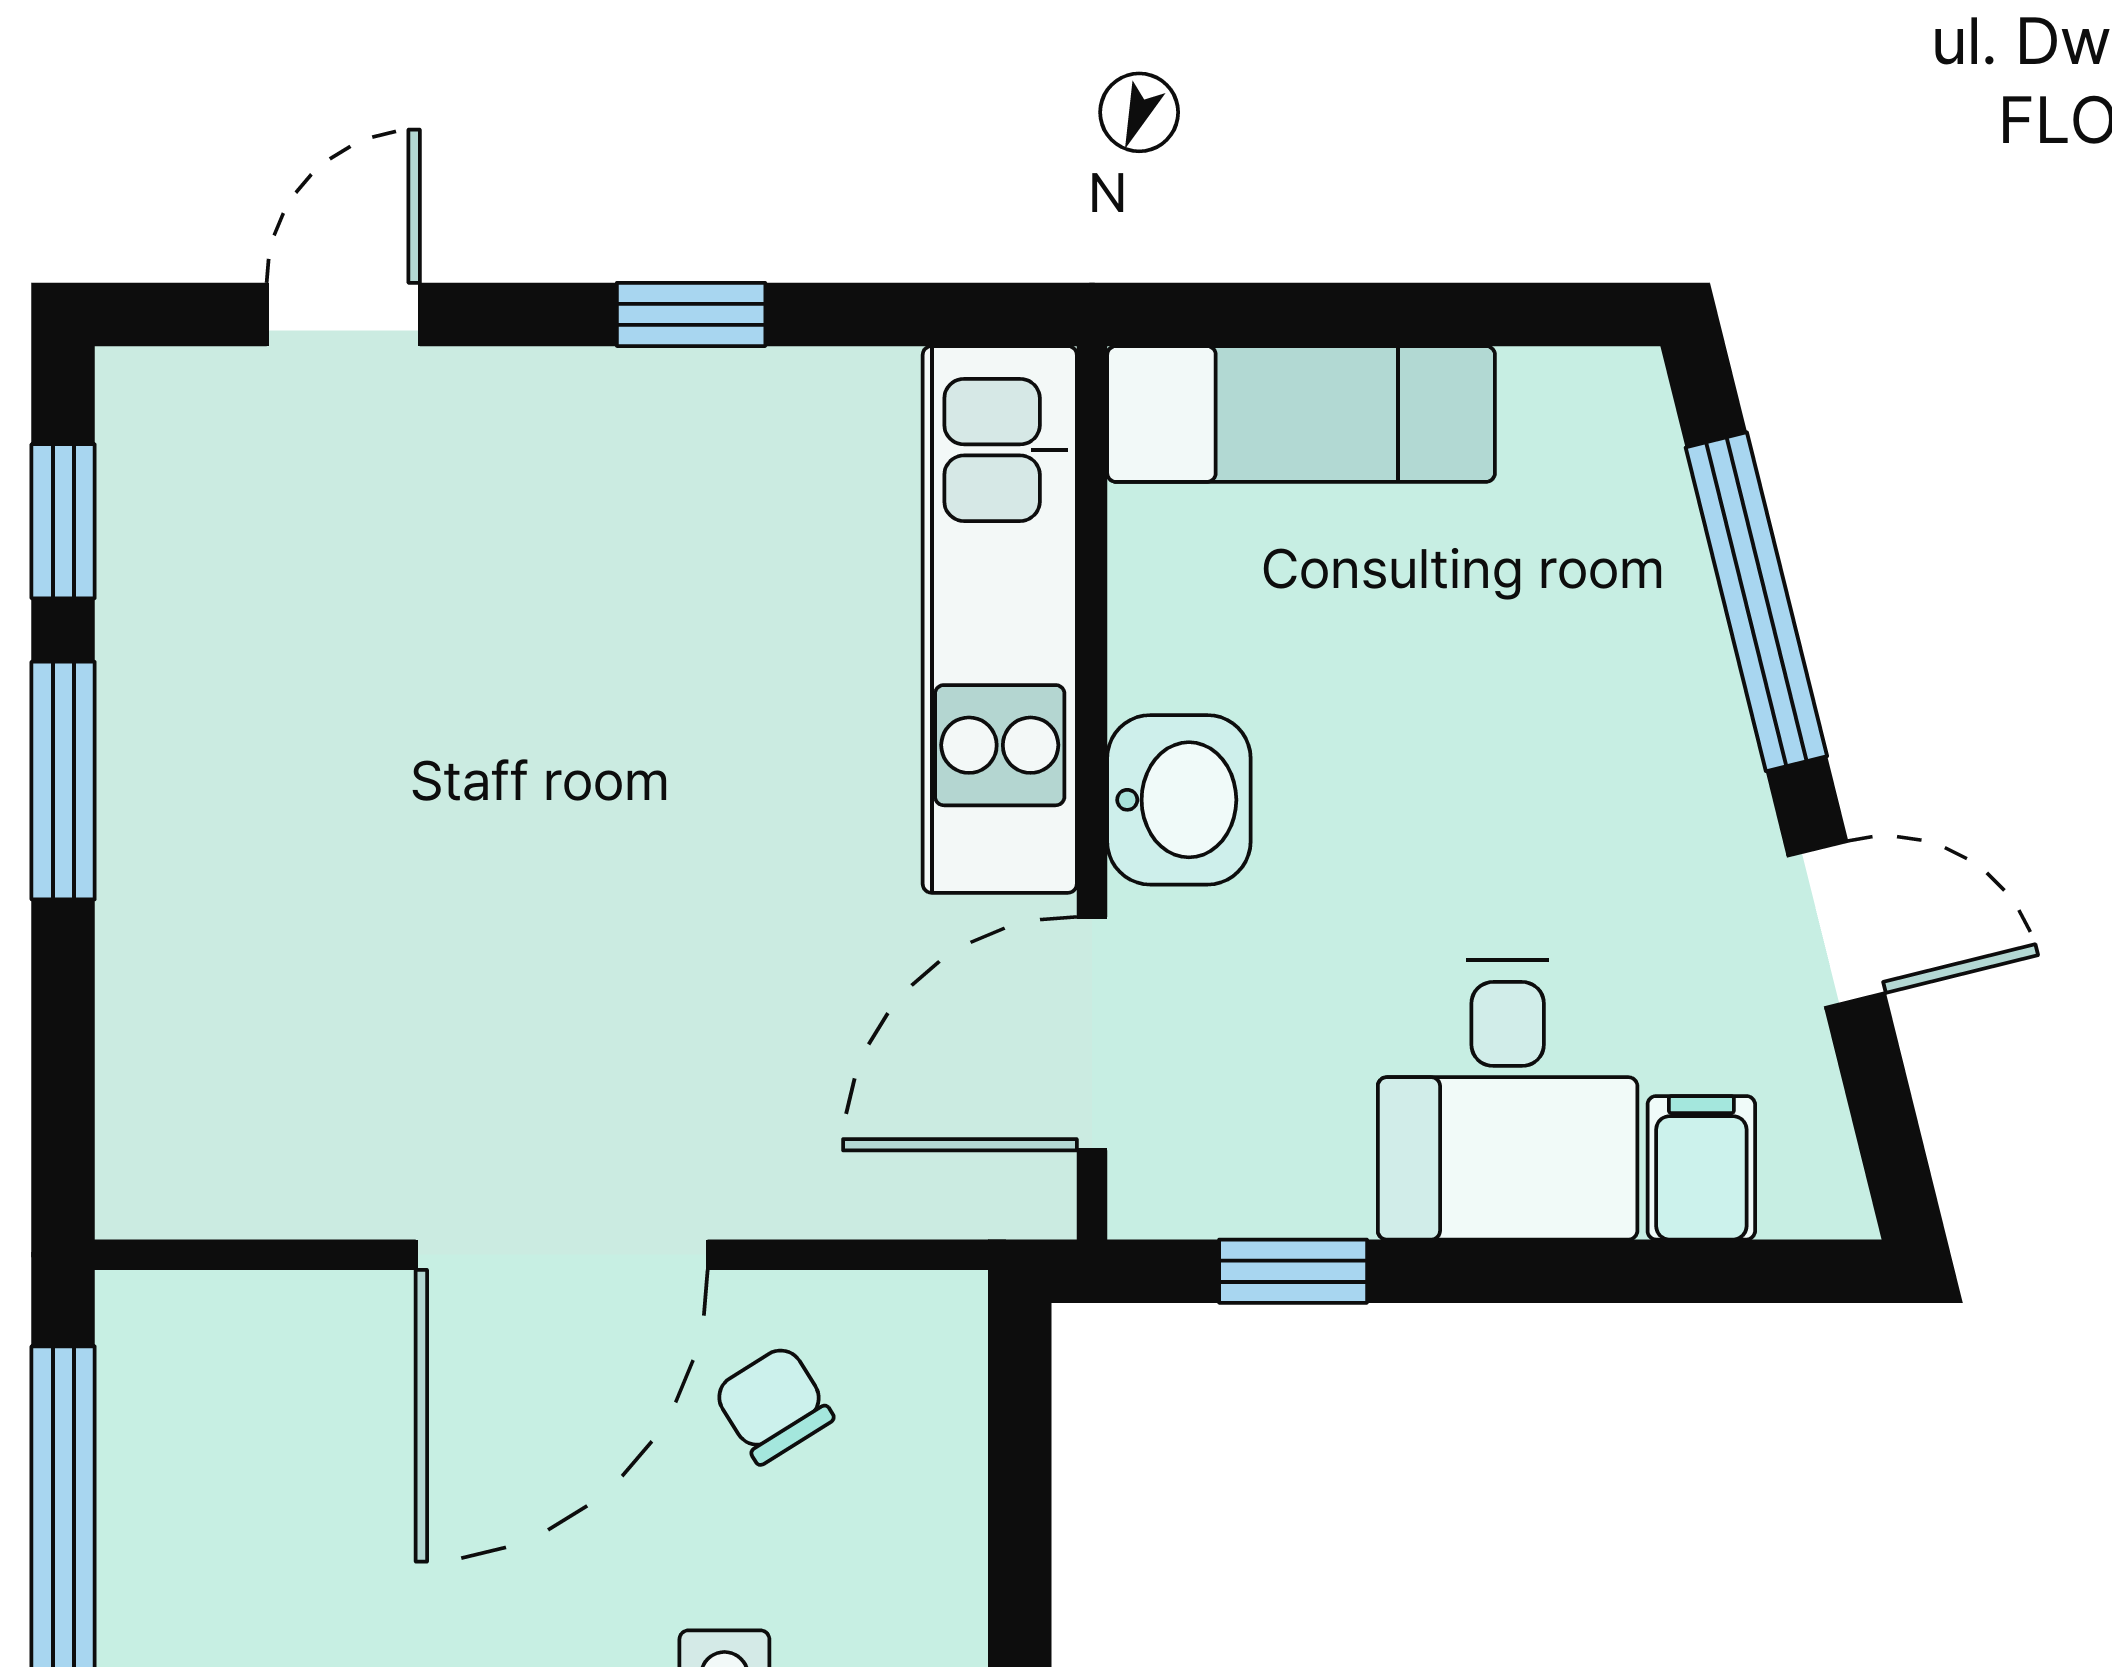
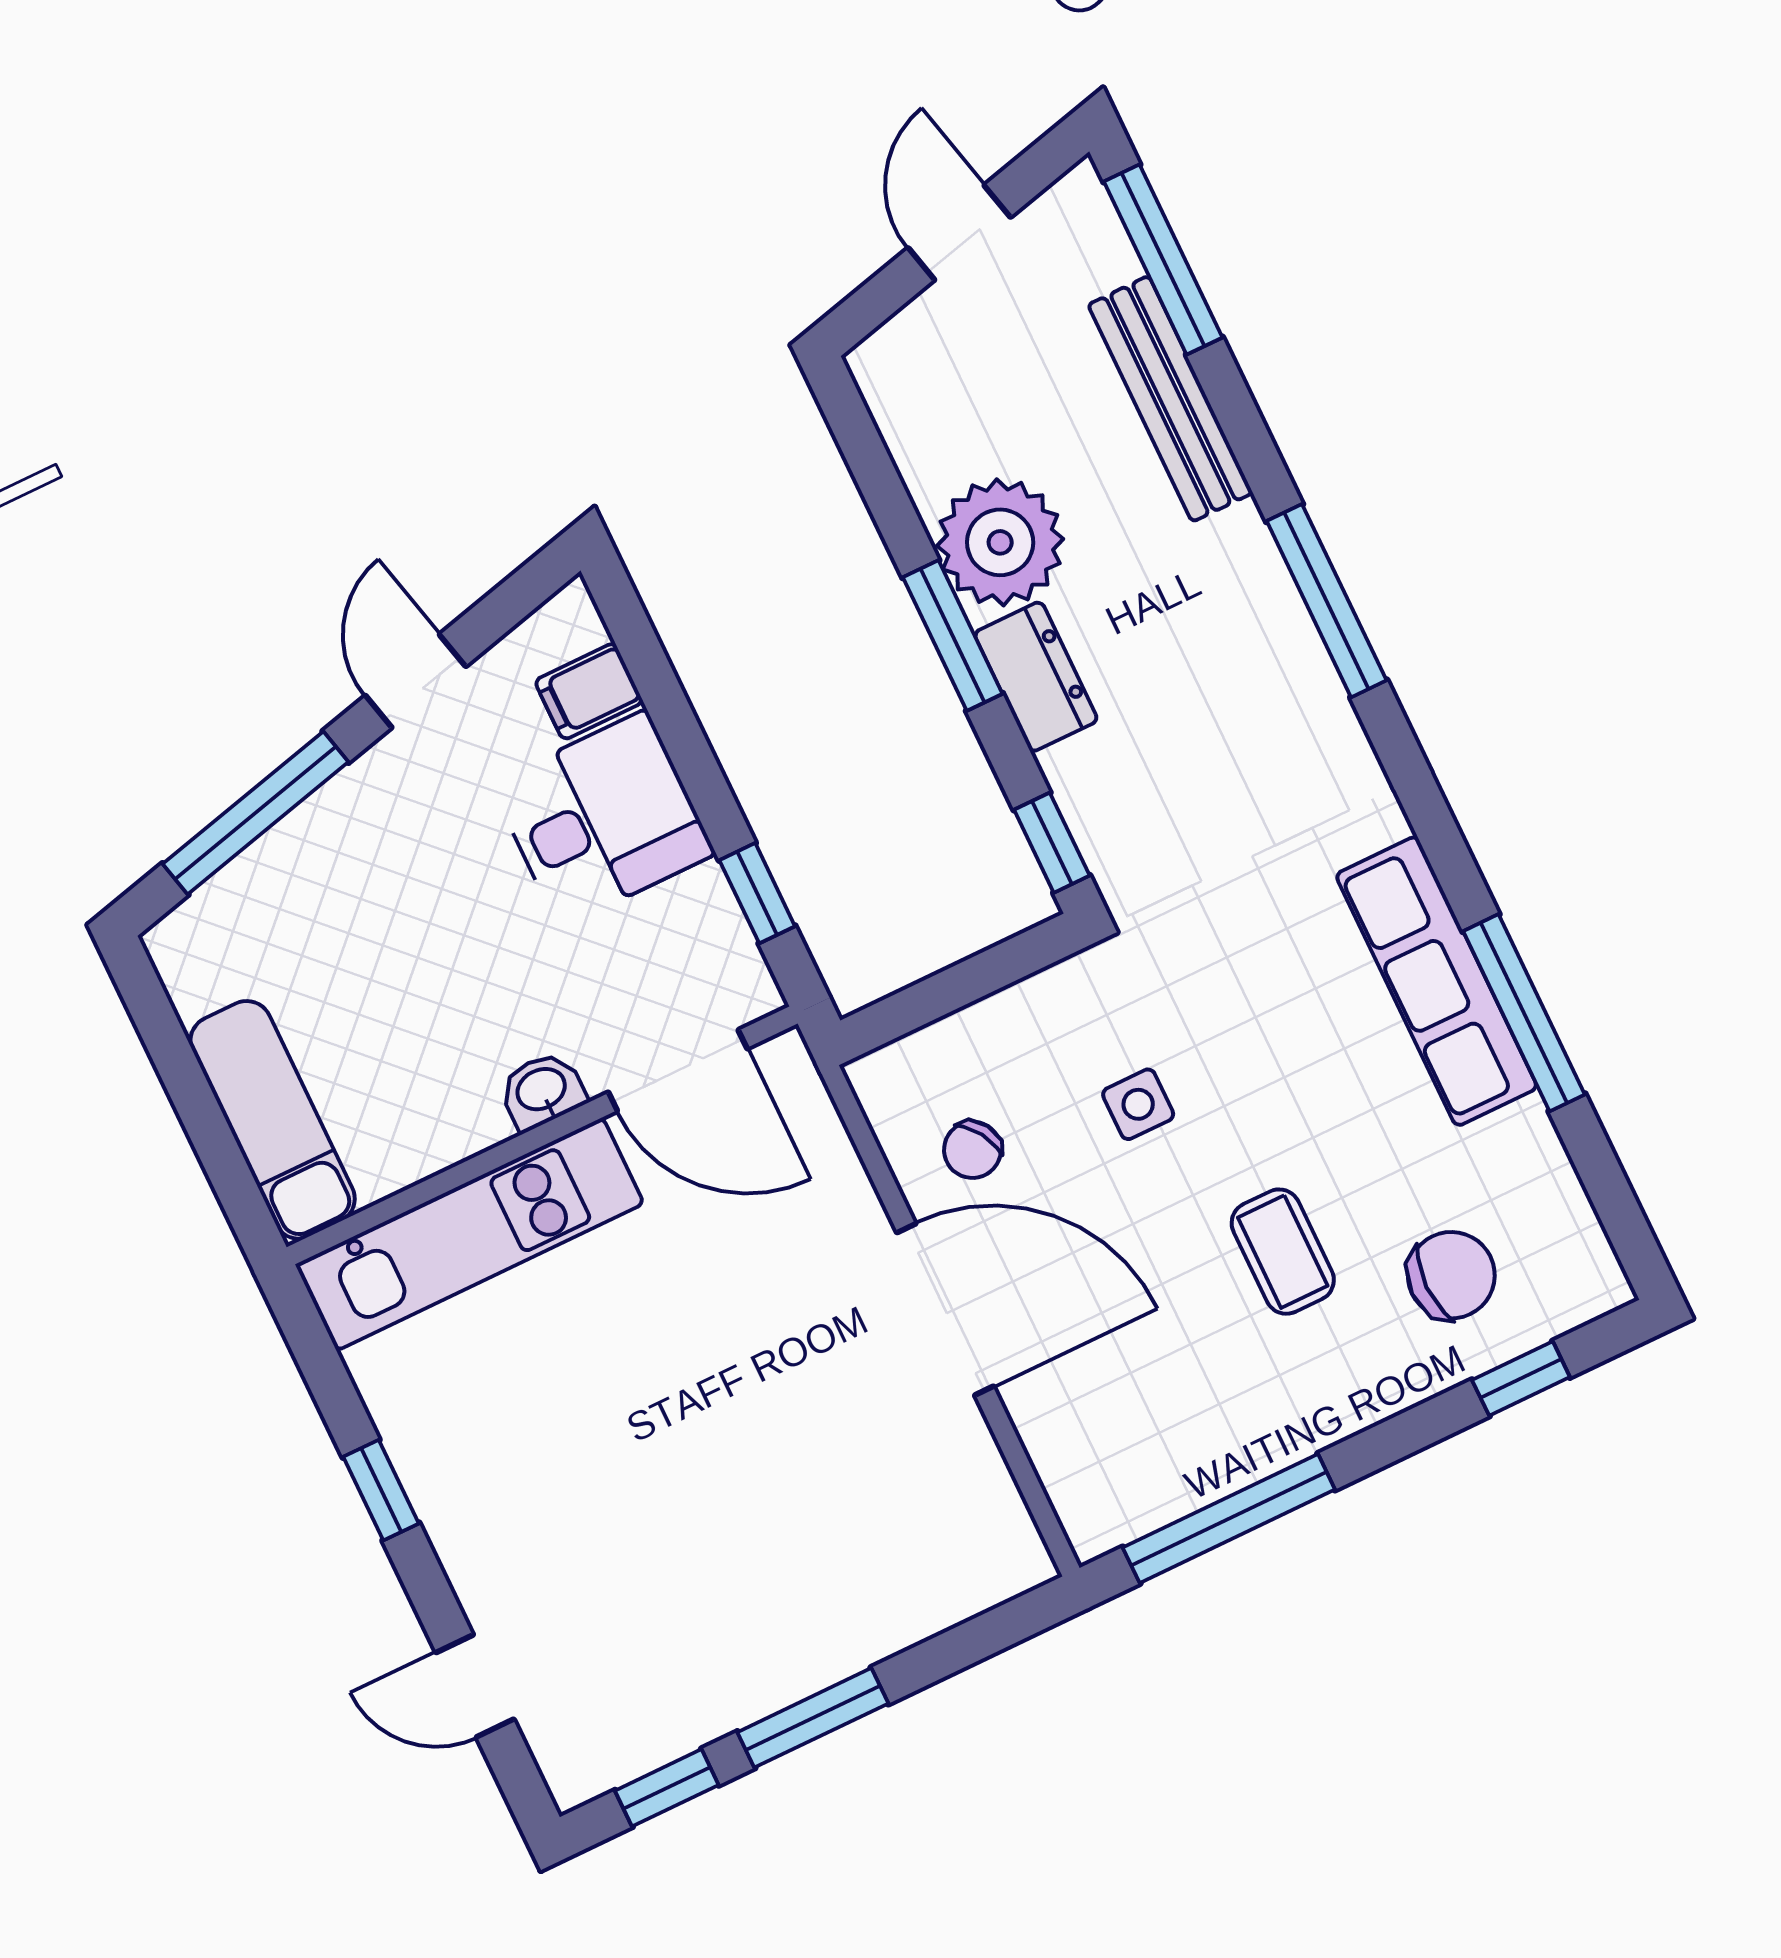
washbasin: (1179, 800) -> (542, 1091), width x0.72, depth x0.69

